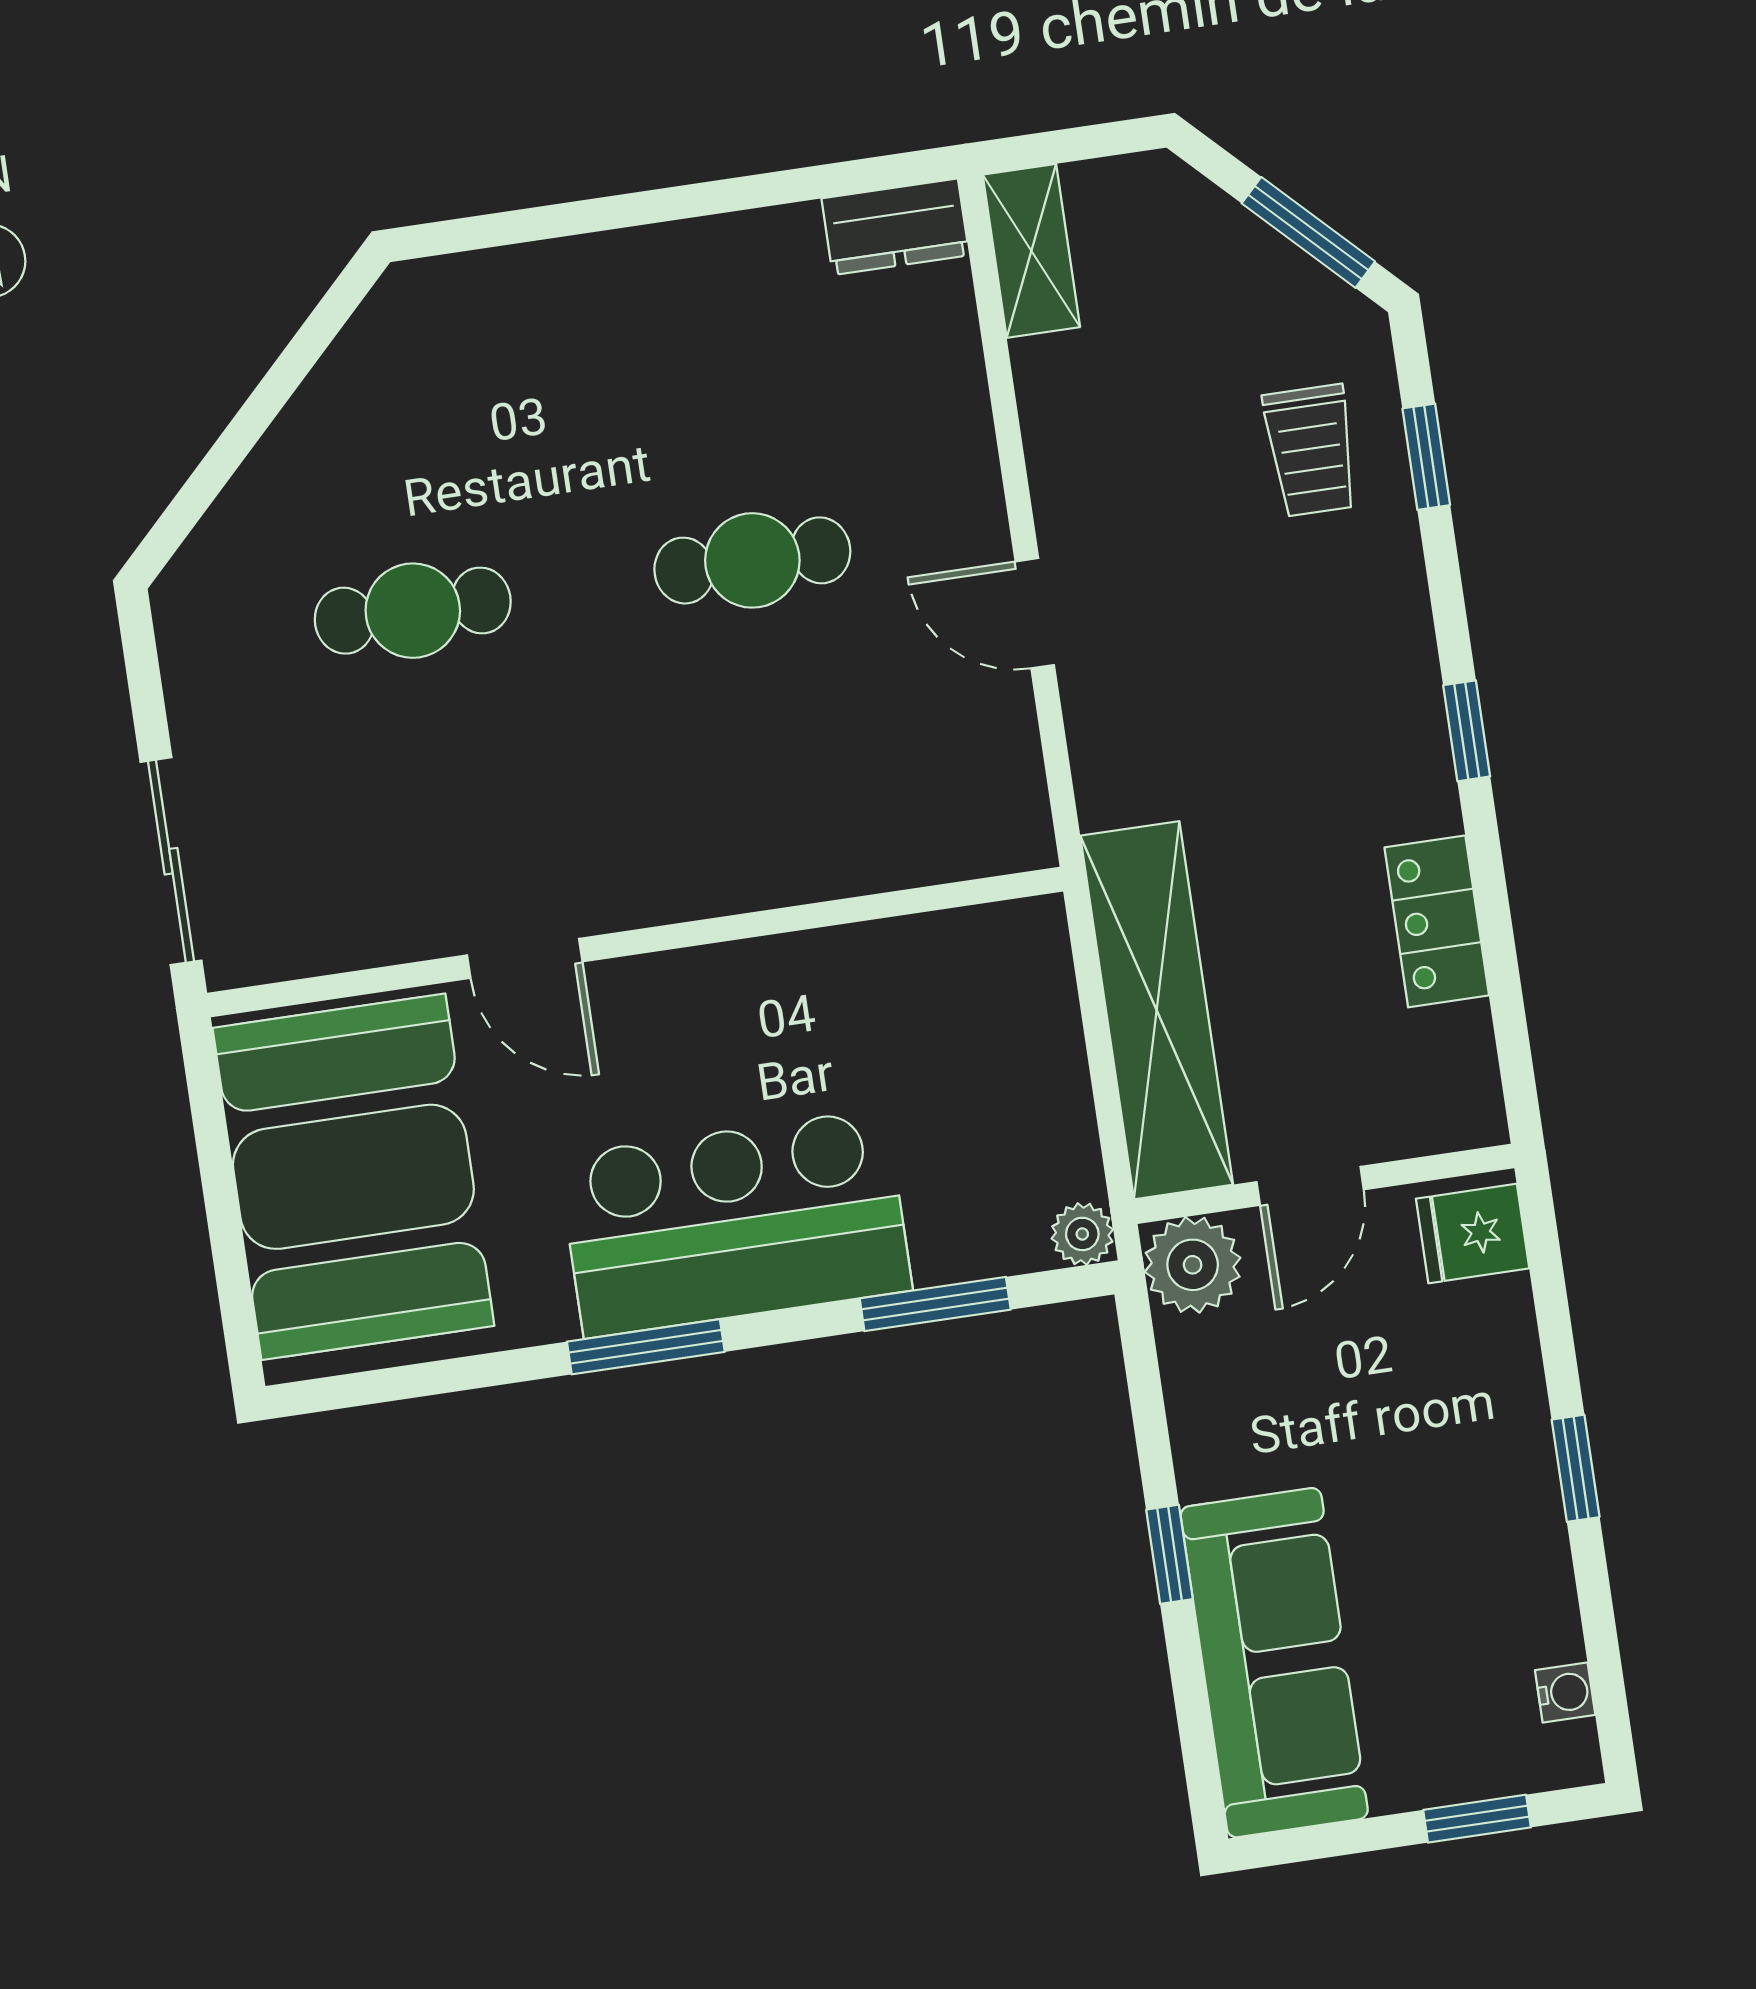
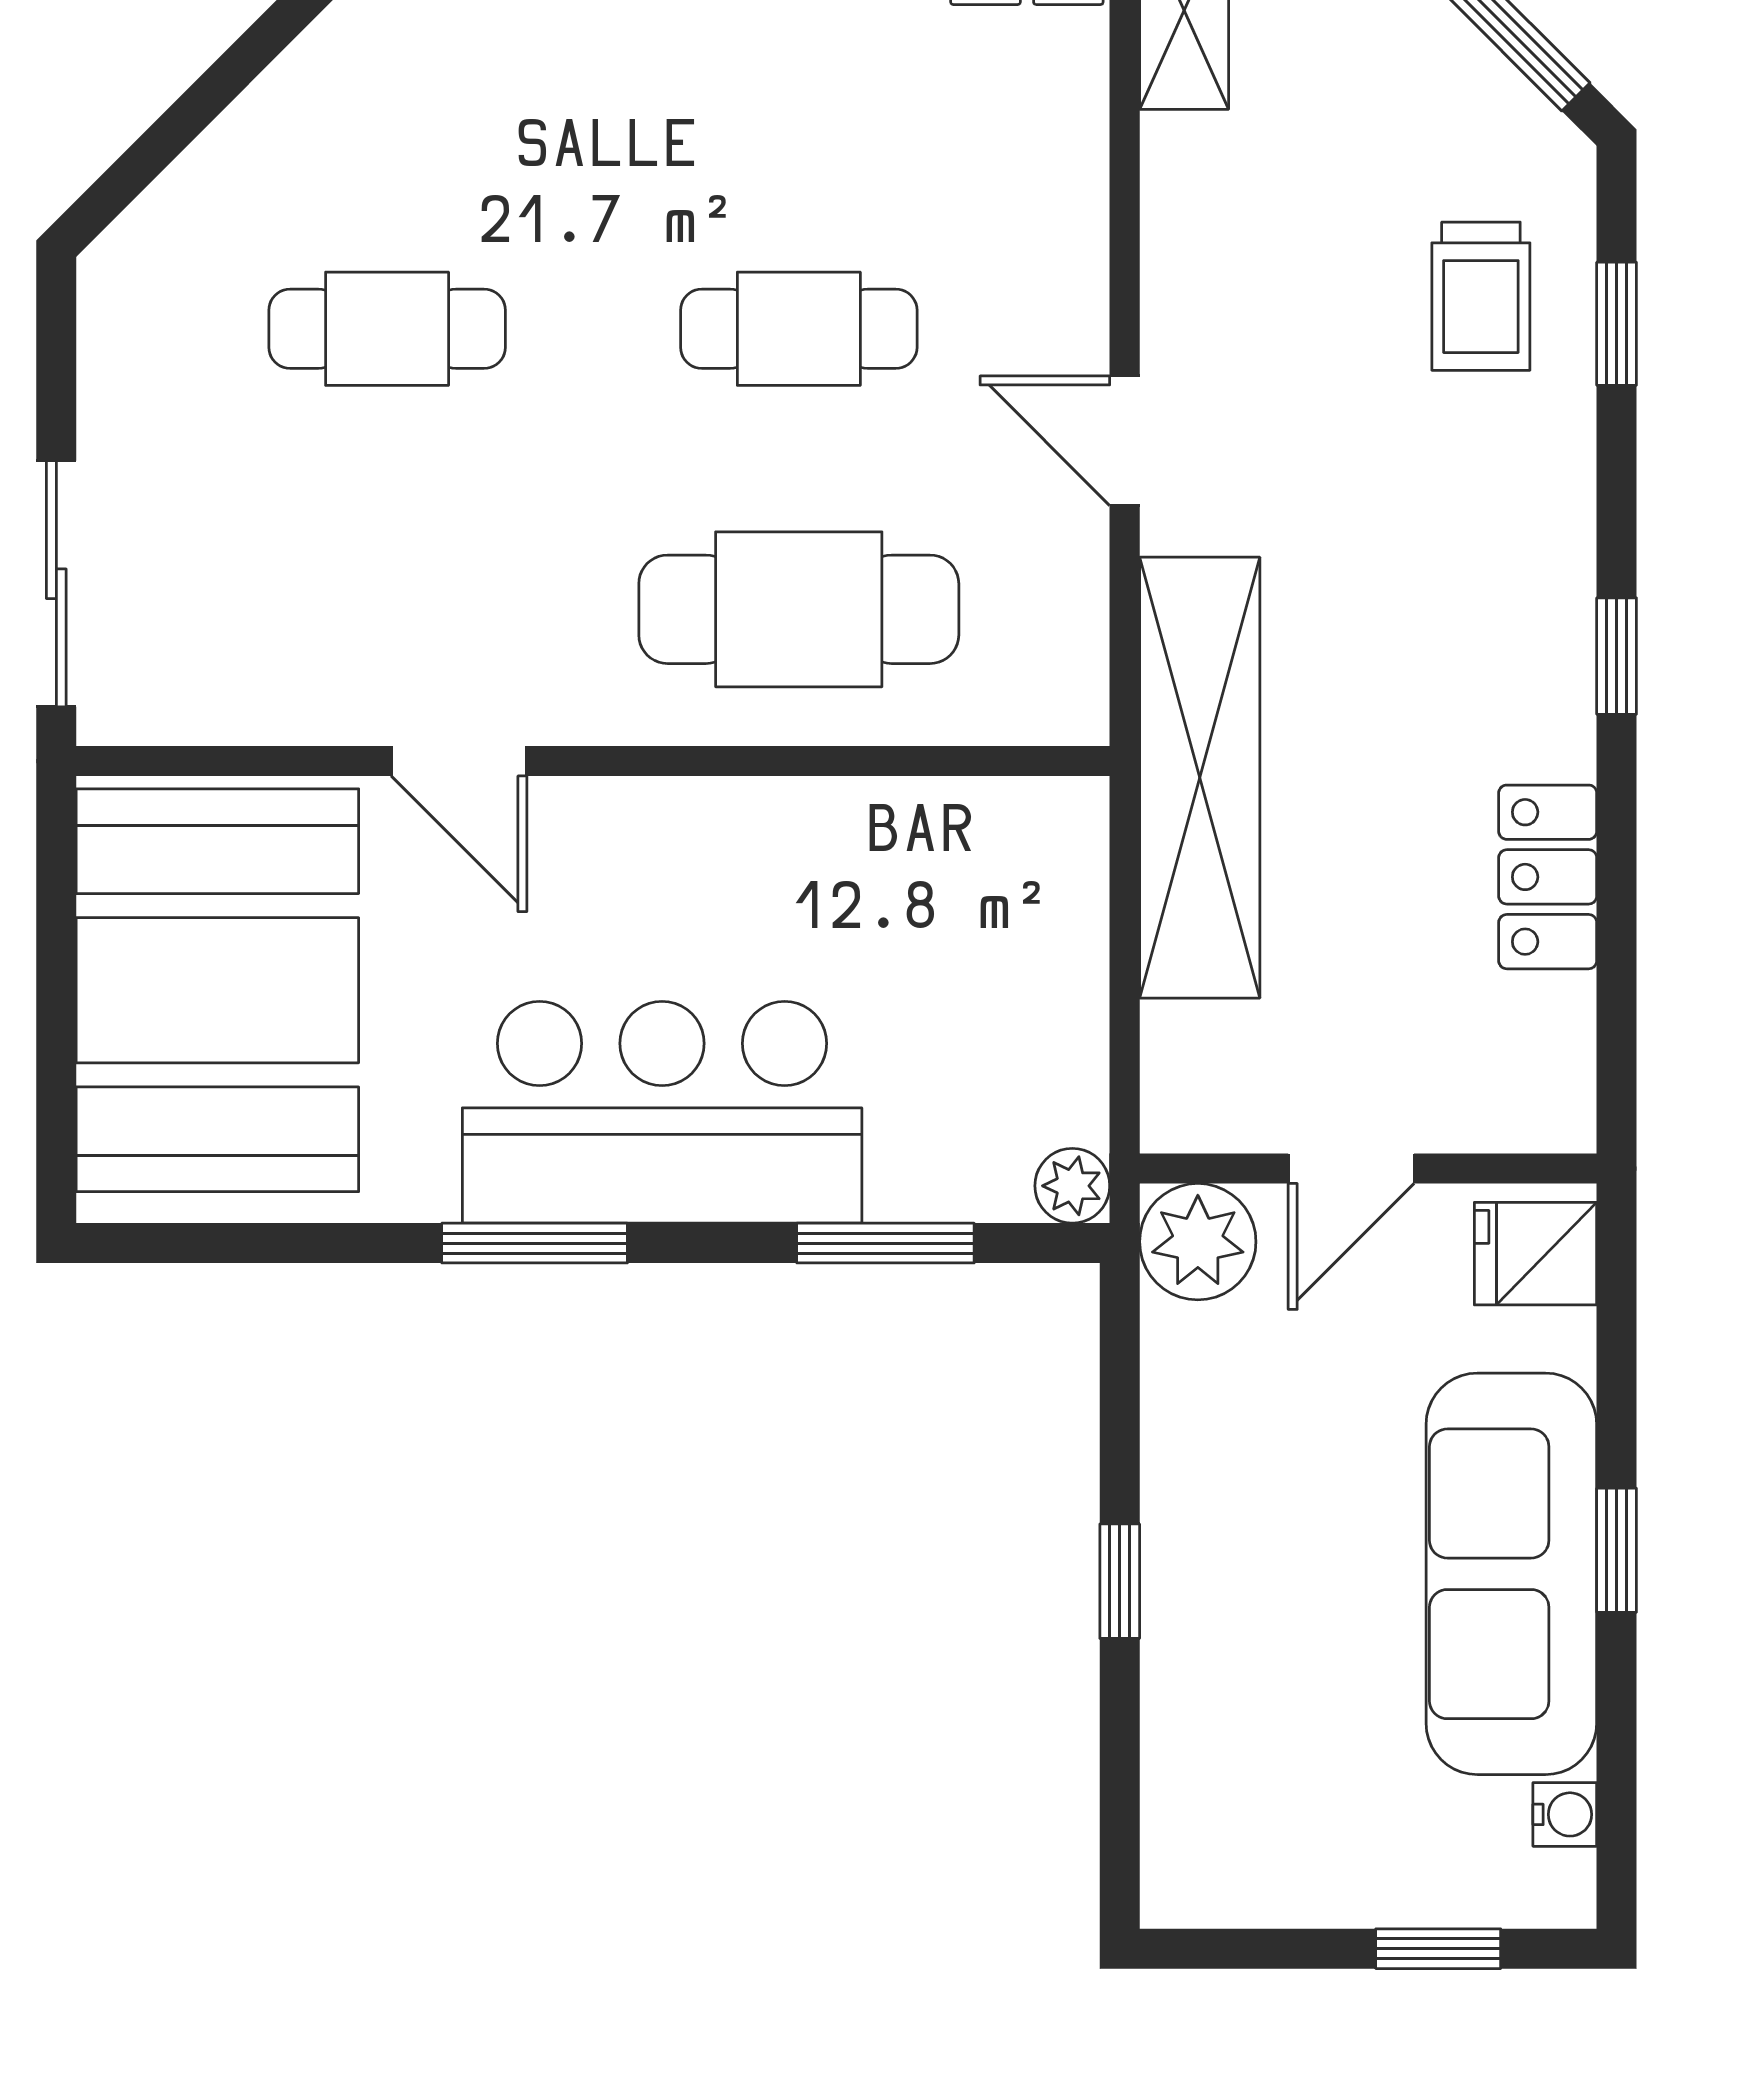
cafe table: (786, 792) -> (799, 609), added
shelving: (1157, 1010) -> (1200, 778), moved
sofa: (1274, 1663) -> (1511, 1574), moved, turned 180

